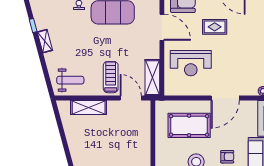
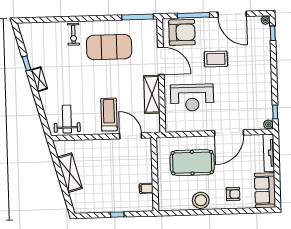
shelving: (152, 78) -> (152, 94), moved
weight bench: (70, 80) -> (67, 119), turned -90
shelving: (89, 107) -> (70, 173), moved, turned 75
filing cabinet: (144, 149) -> (146, 188), added

